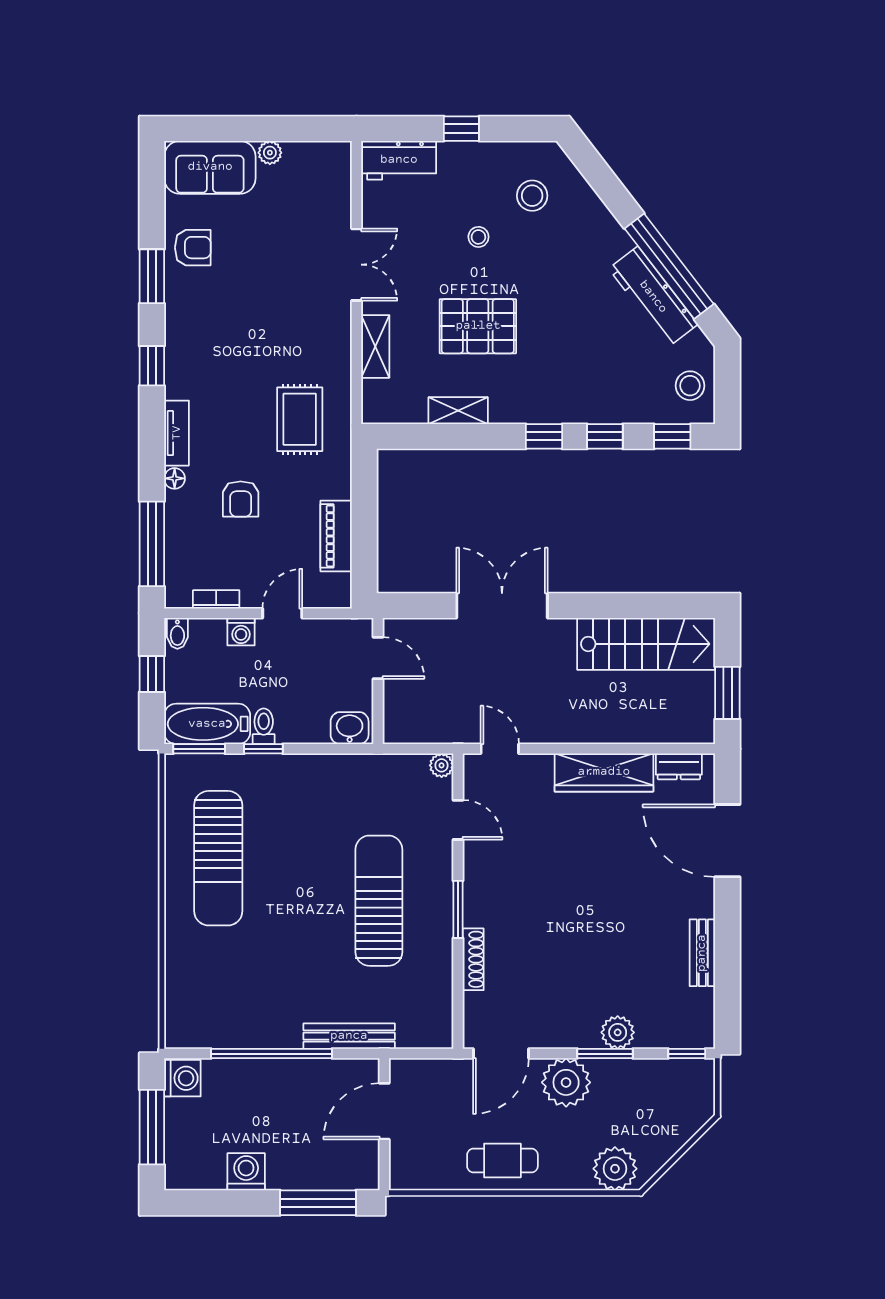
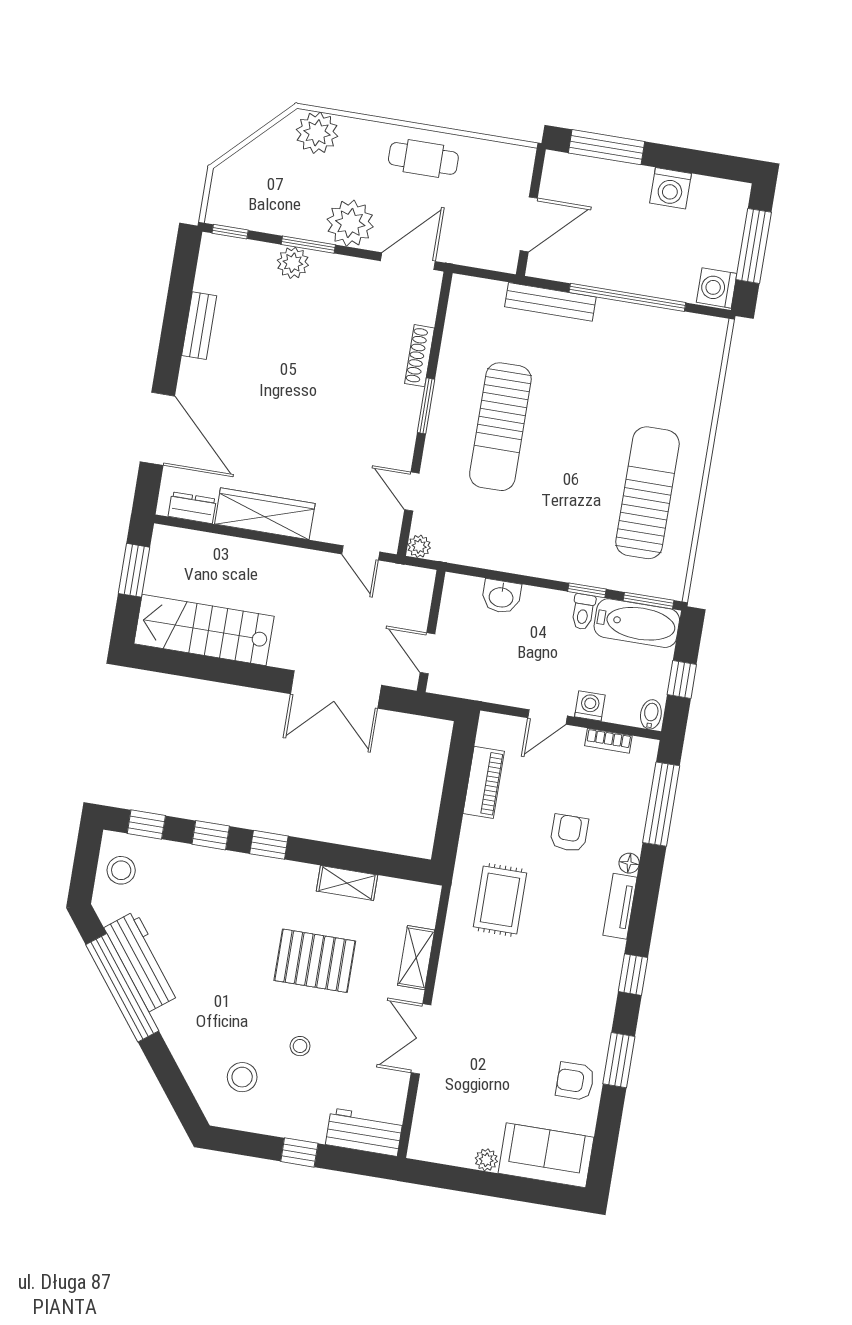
door: (378, 658) -> (427, 653), moved
wall: (378, 681) -> (431, 631), moved

